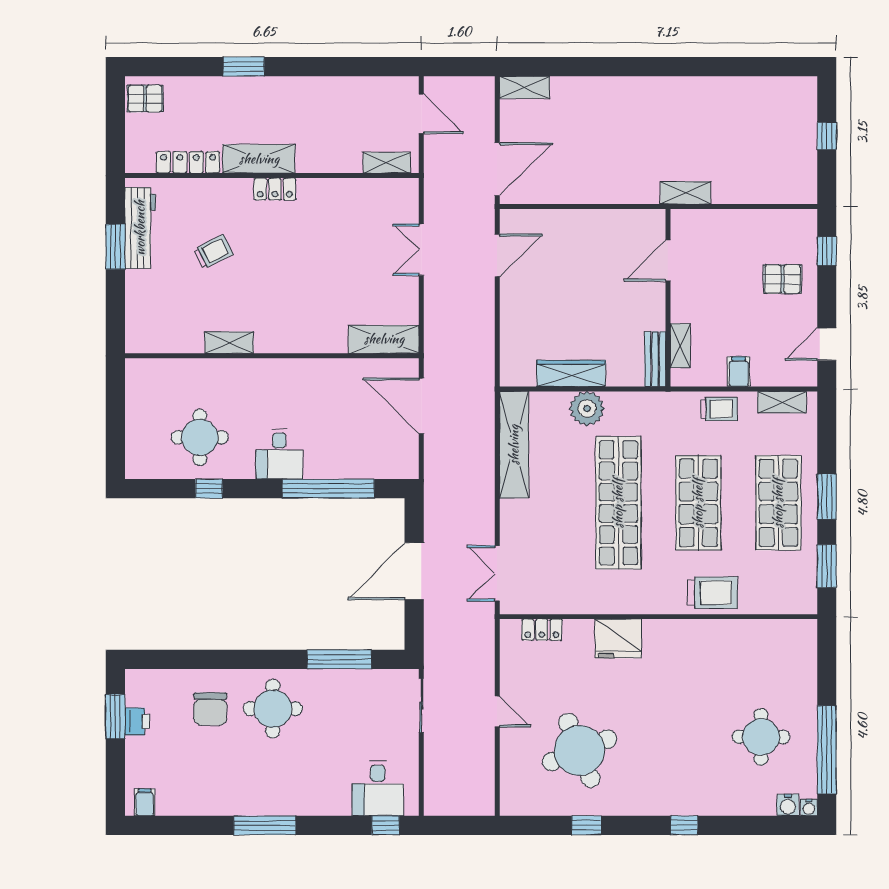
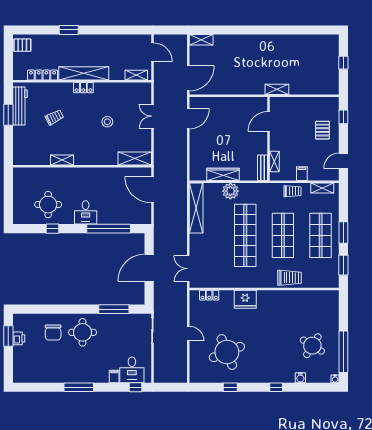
shelving: (259, 159) -> (84, 73), width x1.47
stool: (326, 261) -> (107, 122), added
pallet: (782, 279) -> (322, 130), turned 90
round table: (761, 737) -> (312, 346), turned 32
filing cabinet: (145, 802) -> (114, 376), moved
water cooler: (788, 805) -> (300, 378), moved

